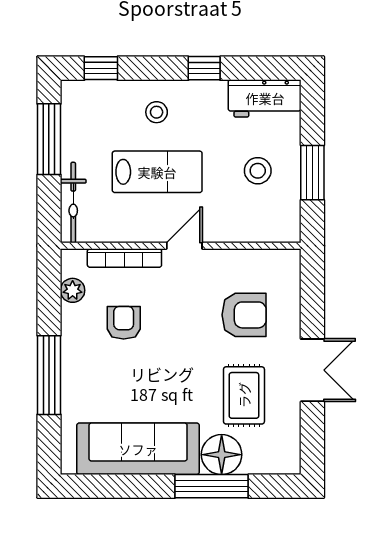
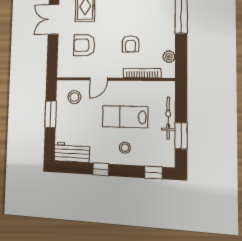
window: (49, 139) -> (181, 136), width x0.69
stool: (258, 171) -> (74, 97), moved
bicycle: (73, 203) -> (168, 118), moved
door: (184, 246) -> (99, 79), moved
armchair: (124, 323) -> (130, 44), moved

